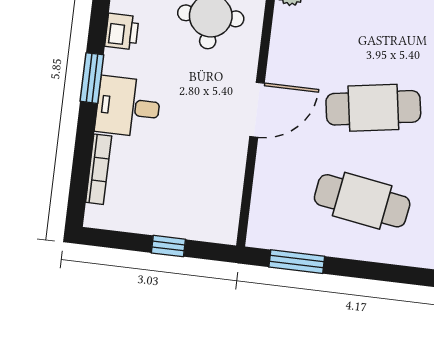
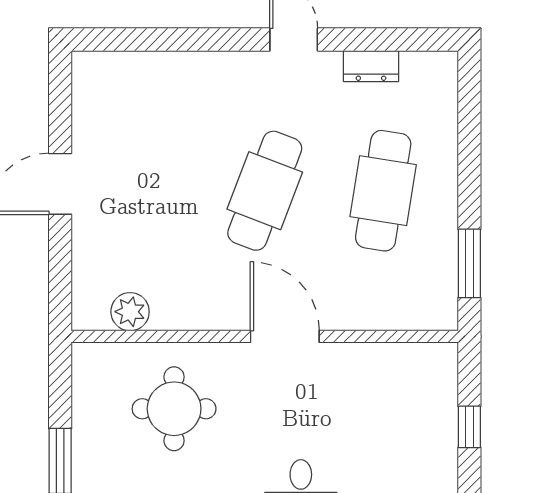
cafe table: (373, 108) -> (265, 191), turned 30

